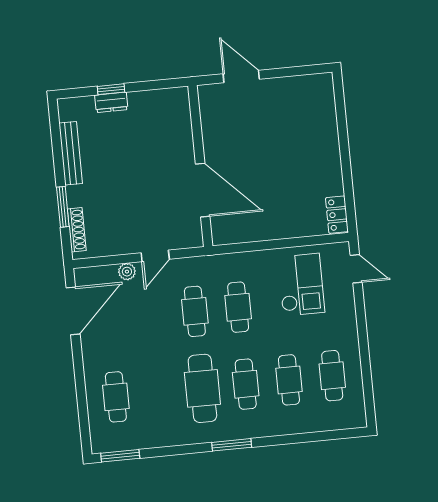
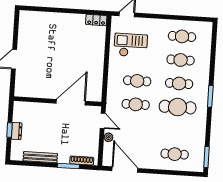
wall: (200, 166) -> (58, 101), moved
door: (203, 190) -> (71, 102), moved

